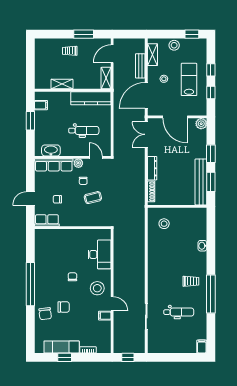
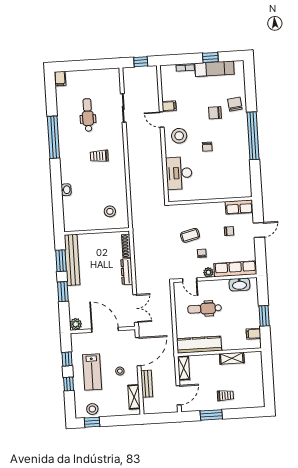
stool: (174, 45) -> (92, 409), moved
trolley: (191, 281) -> (99, 156), moved
dental chair: (179, 312) -> (88, 115), turned 90

